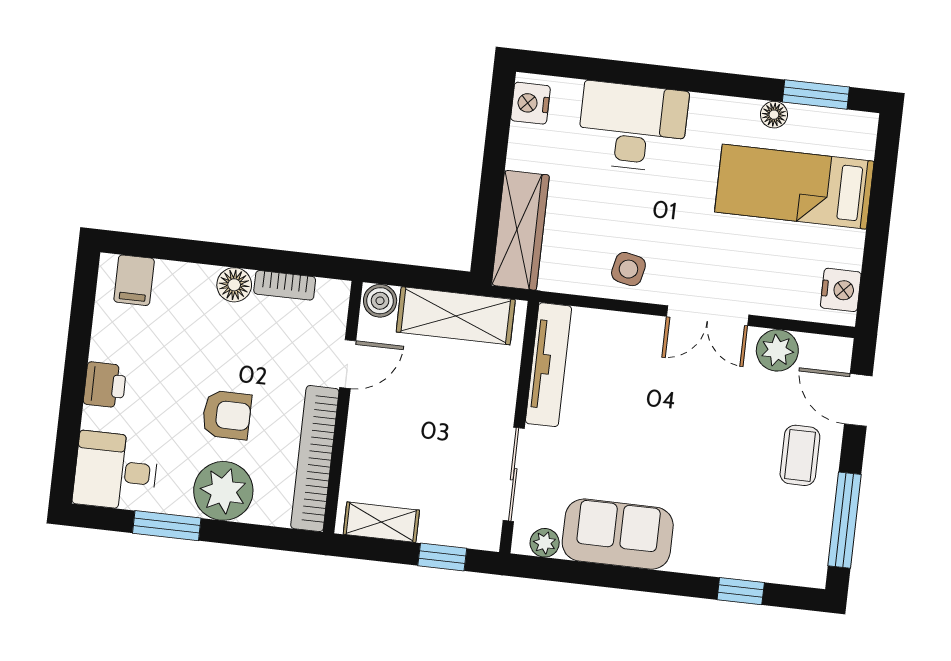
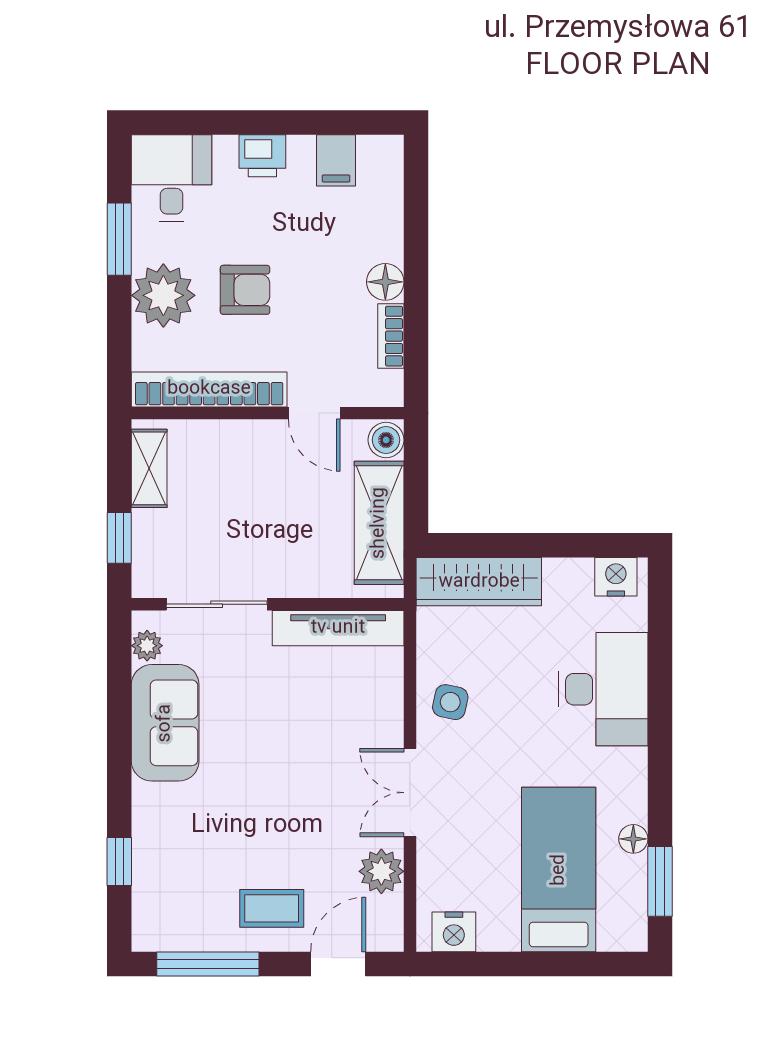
filing cabinet: (134, 280) -> (336, 160), moved, turned -90
armchair: (227, 415) -> (245, 290), turned -90

